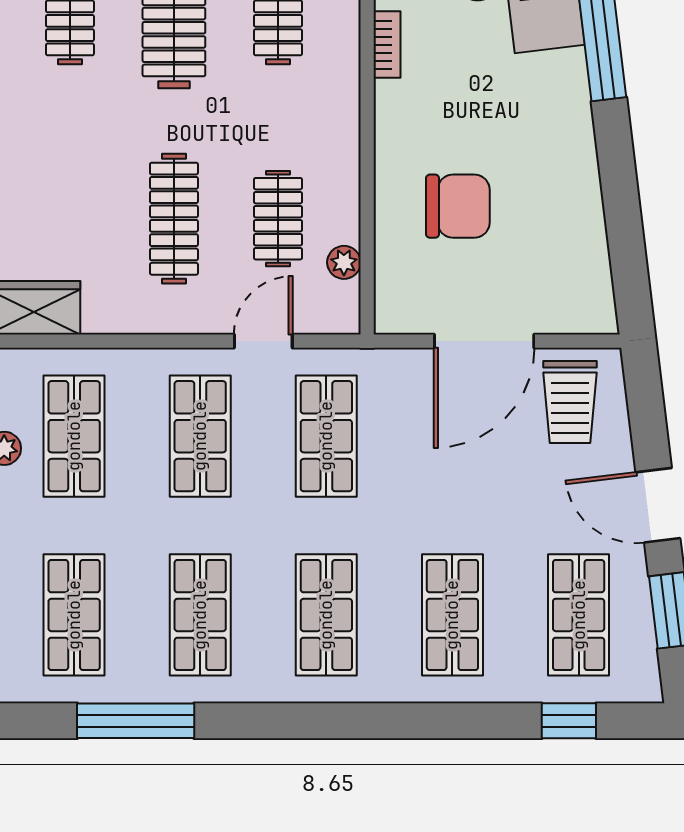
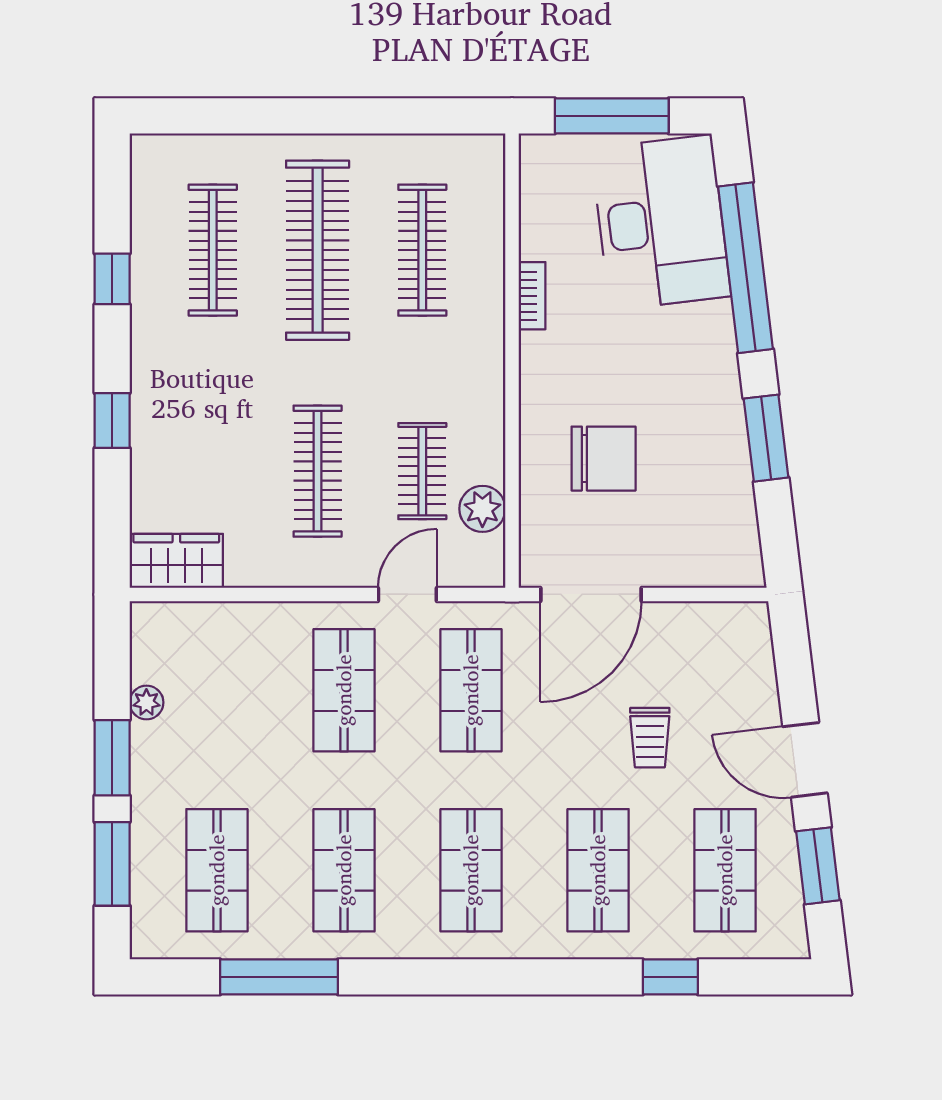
window: (619, 186) -> (766, 438), added
plant: (344, 262) -> (482, 509), width x1.38, depth x1.38
door: (484, 341) -> (591, 594), moved
trolley: (570, 402) -> (650, 738), moved, width x0.73, depth x0.72
shop shelf: (74, 436) -> (217, 690), removed
window: (569, 721) -> (670, 977), moved

